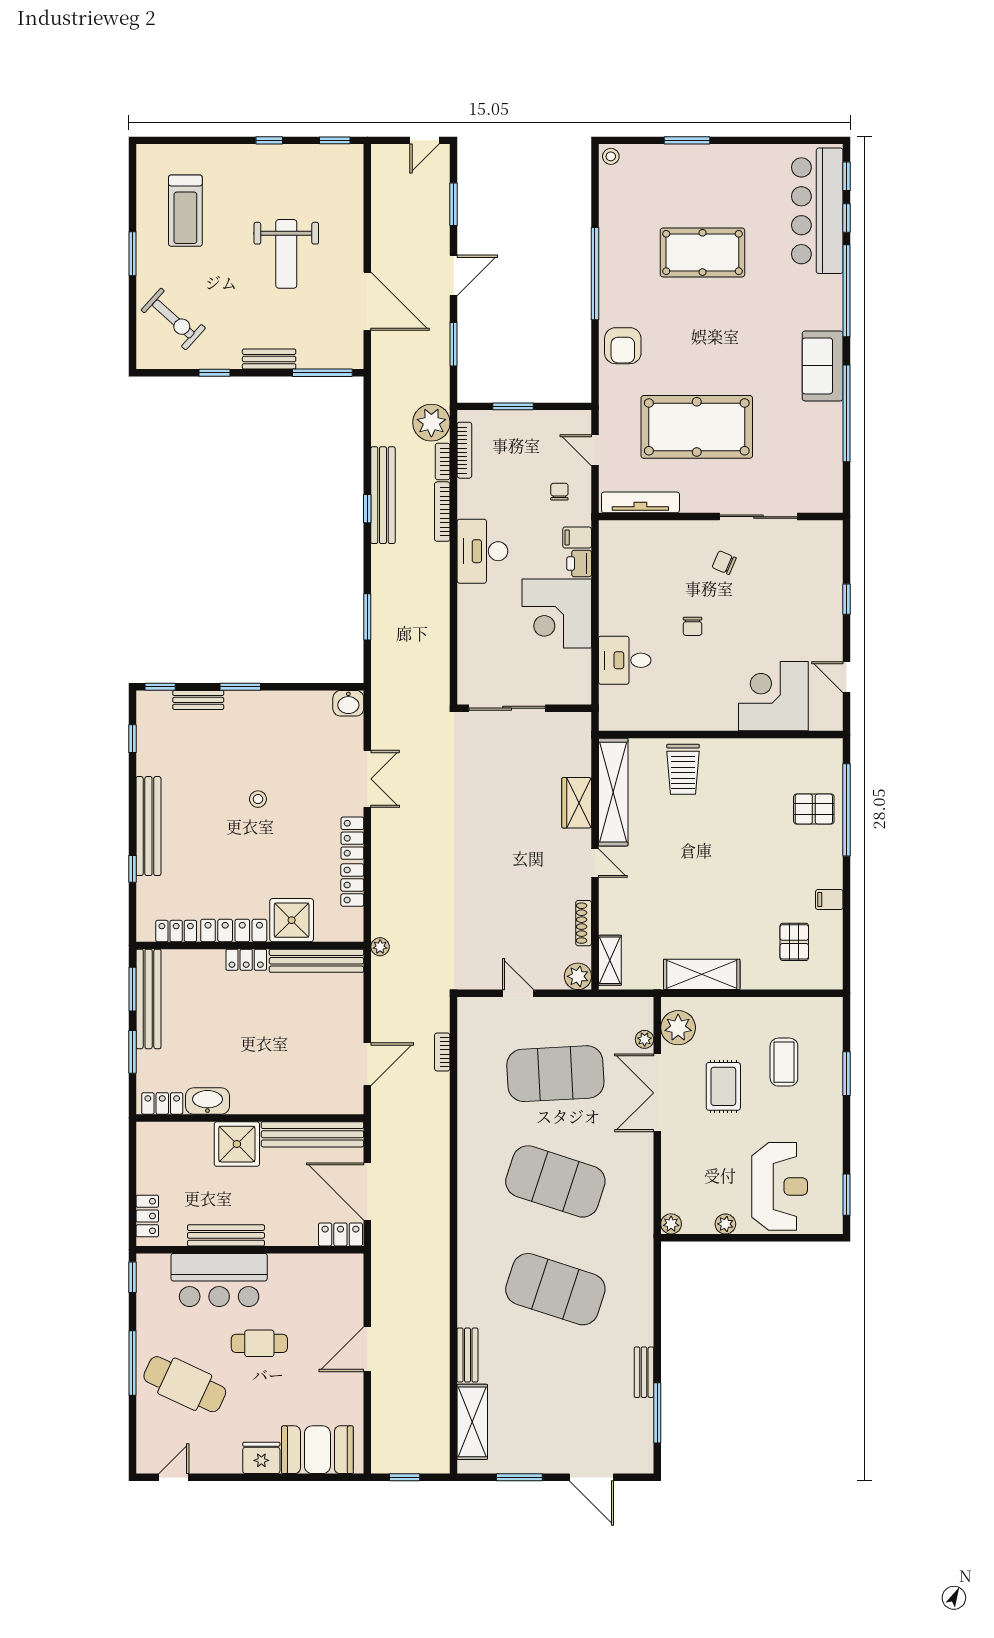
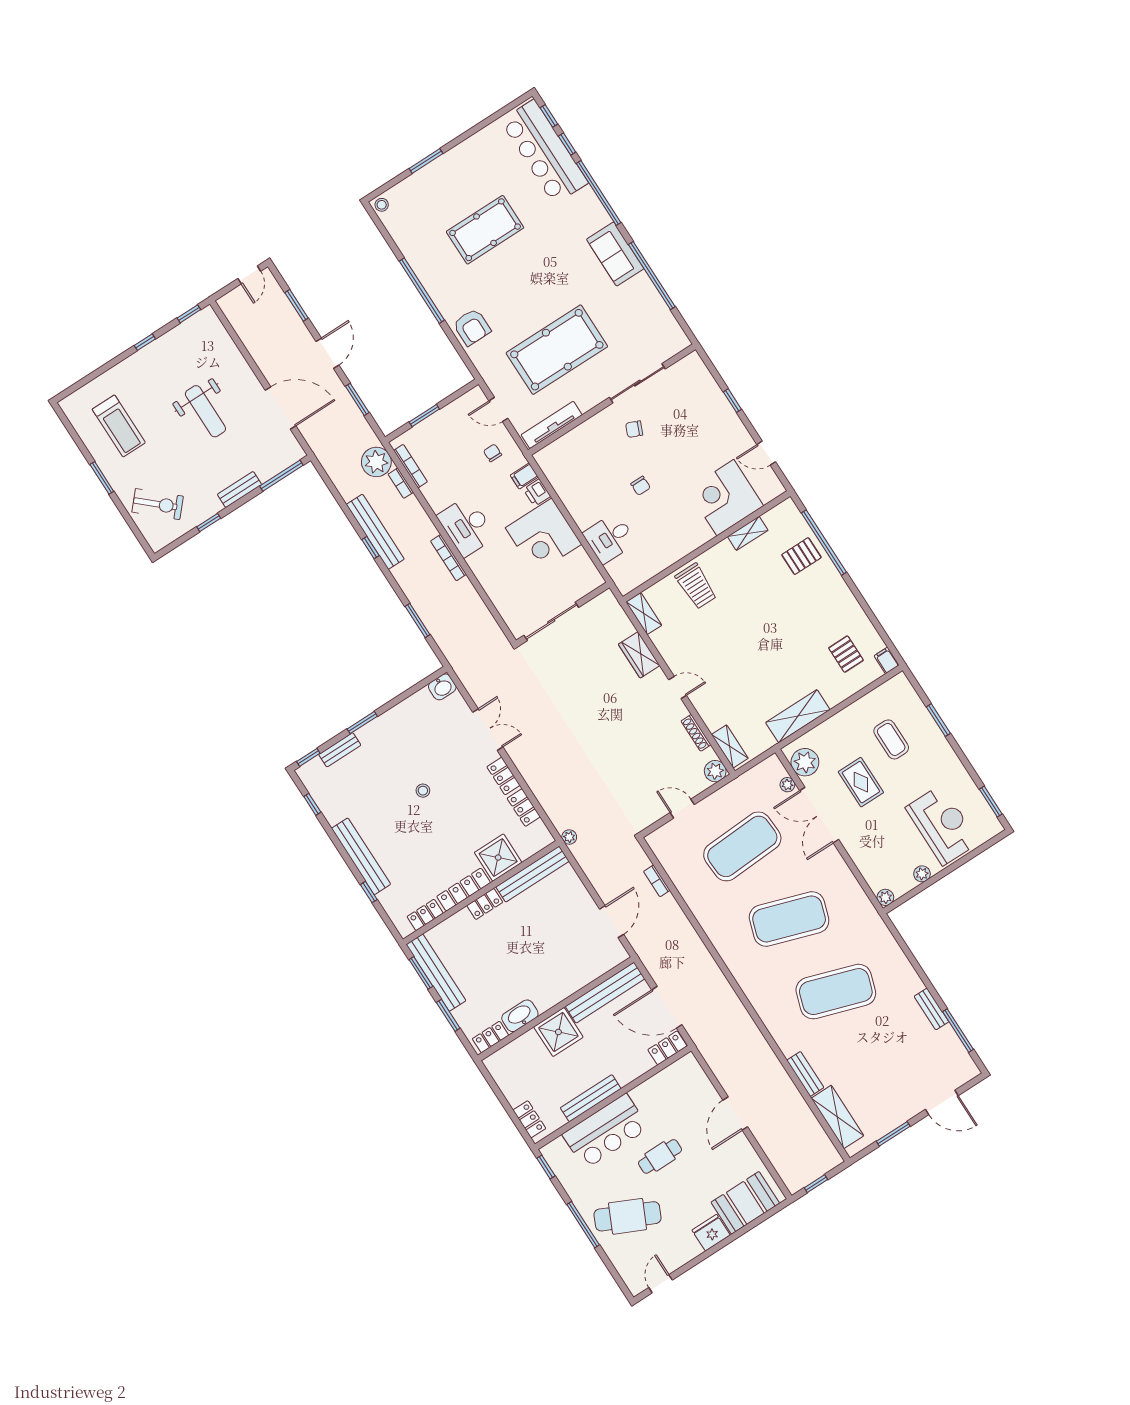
bookcase: (442, 512) -> (448, 558), moved
shelving: (773, 749) -> (748, 533), added
shelving: (613, 792) -> (644, 614), width x0.45, depth x0.75
filing cabinet: (829, 900) -> (887, 660), moved, turned 90

